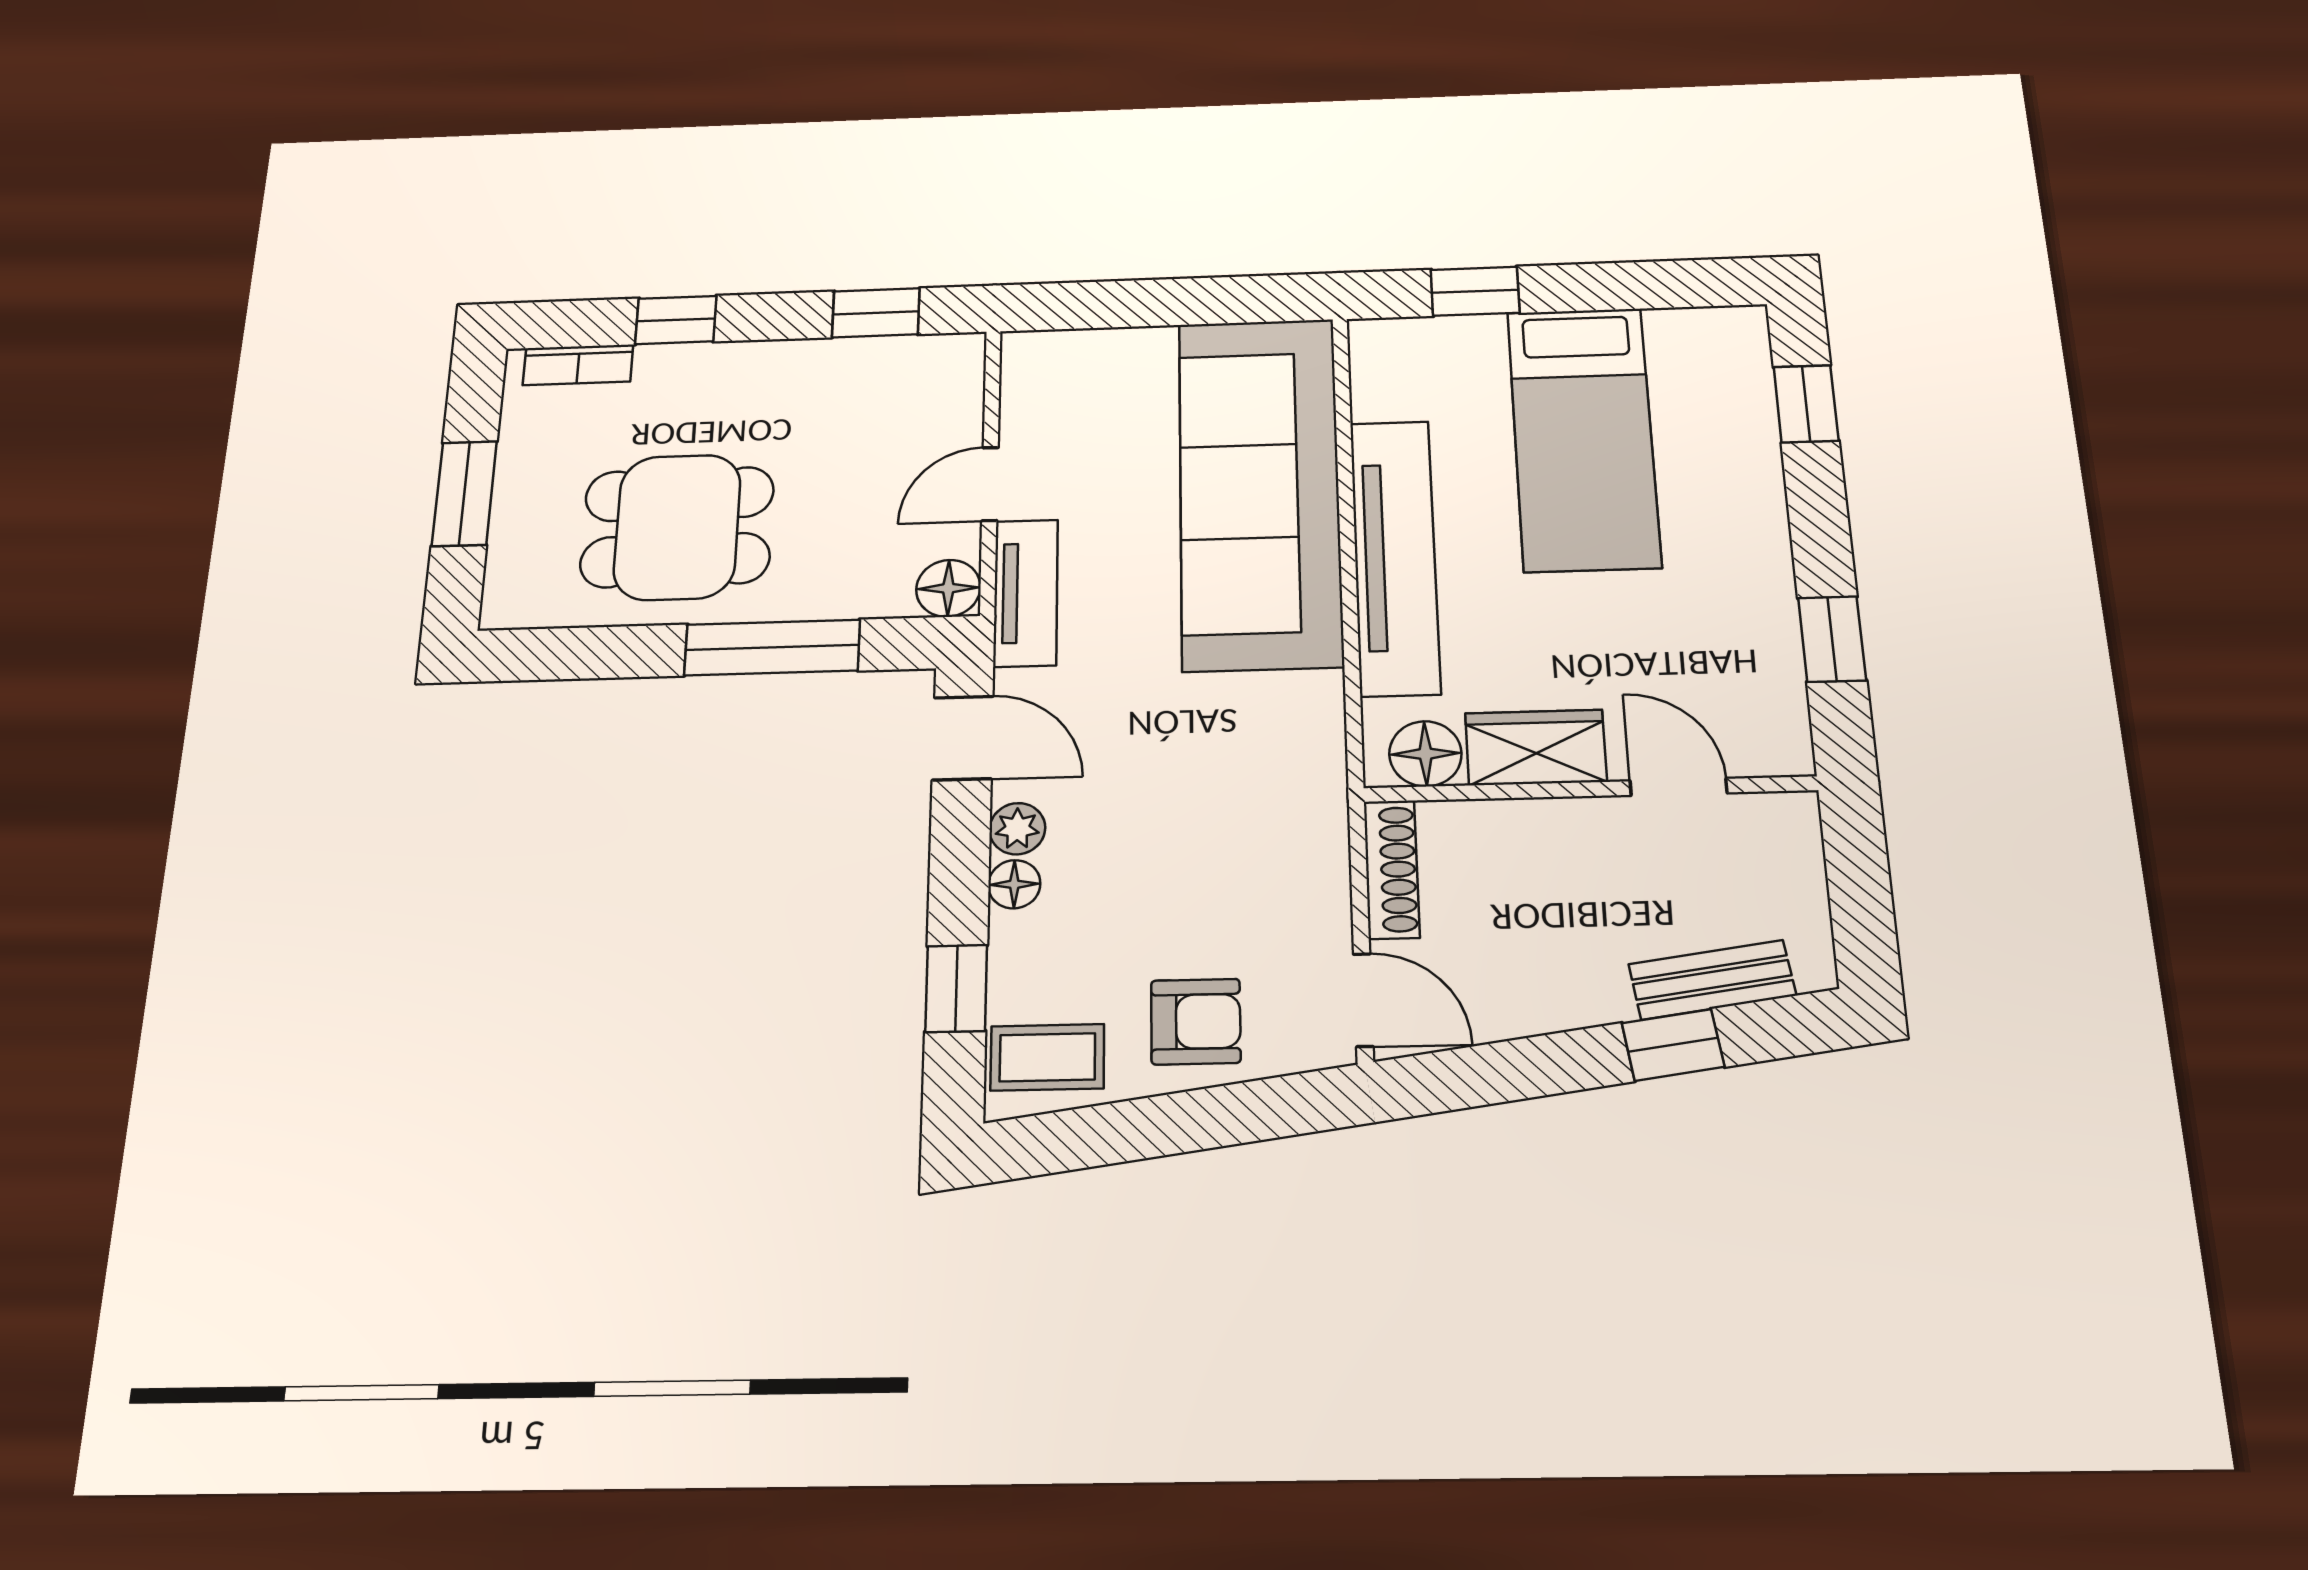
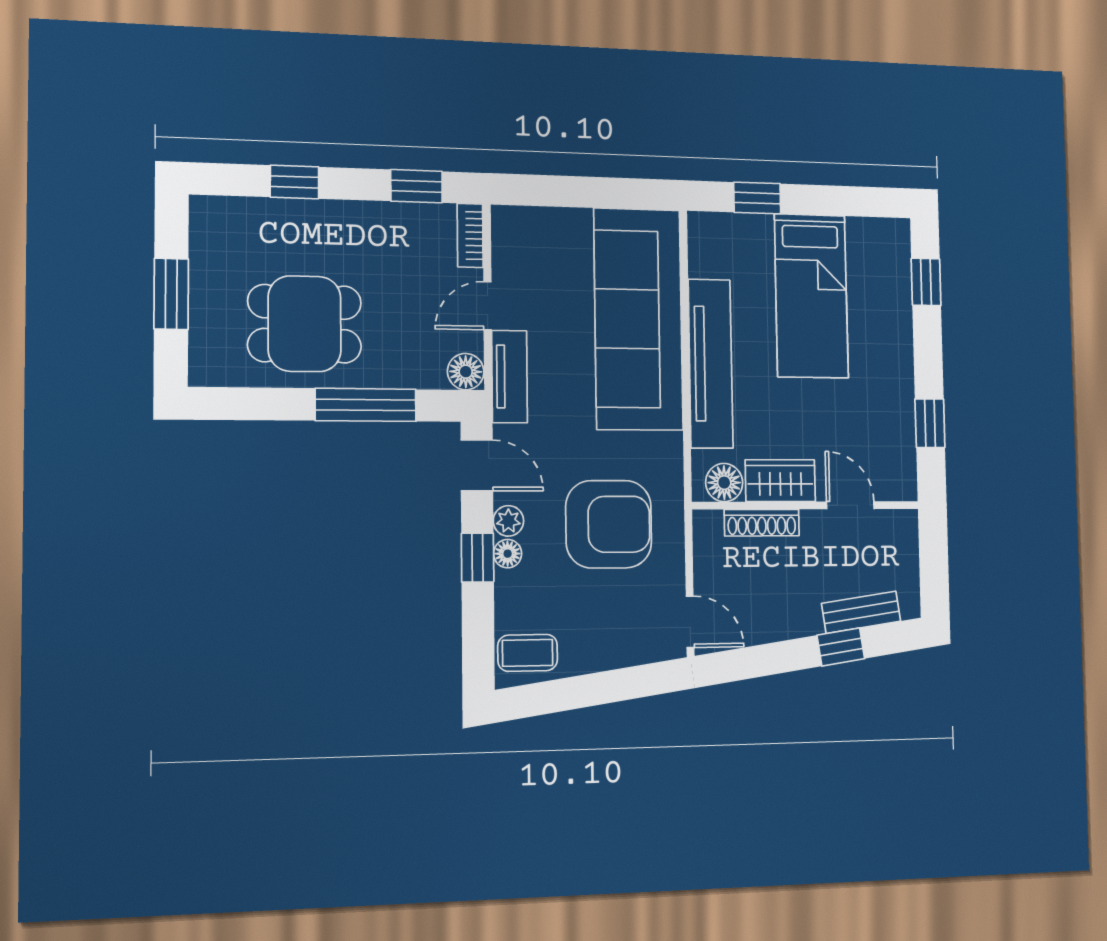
bookcase: (578, 365) -> (470, 235), moved, turned 90
shoe rack: (1391, 869) -> (762, 523), moved, turned 90
window: (956, 988) -> (478, 558), moved
armchair: (1196, 1022) -> (609, 524), moved, width x1.88, depth x1.88

